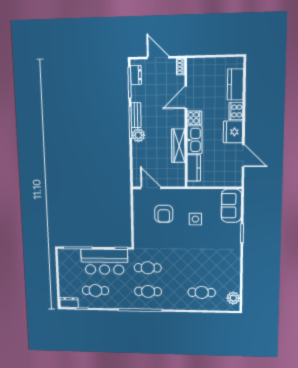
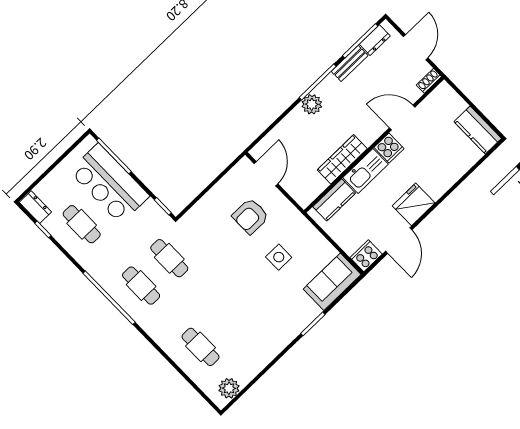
kitchen counter: (235, 84) -> (478, 130), moved, turned -90
cooker: (236, 111) -> (366, 256), moved
bench: (136, 115) -> (350, 63), moved
bar counter: (104, 262) -> (109, 184), moved

